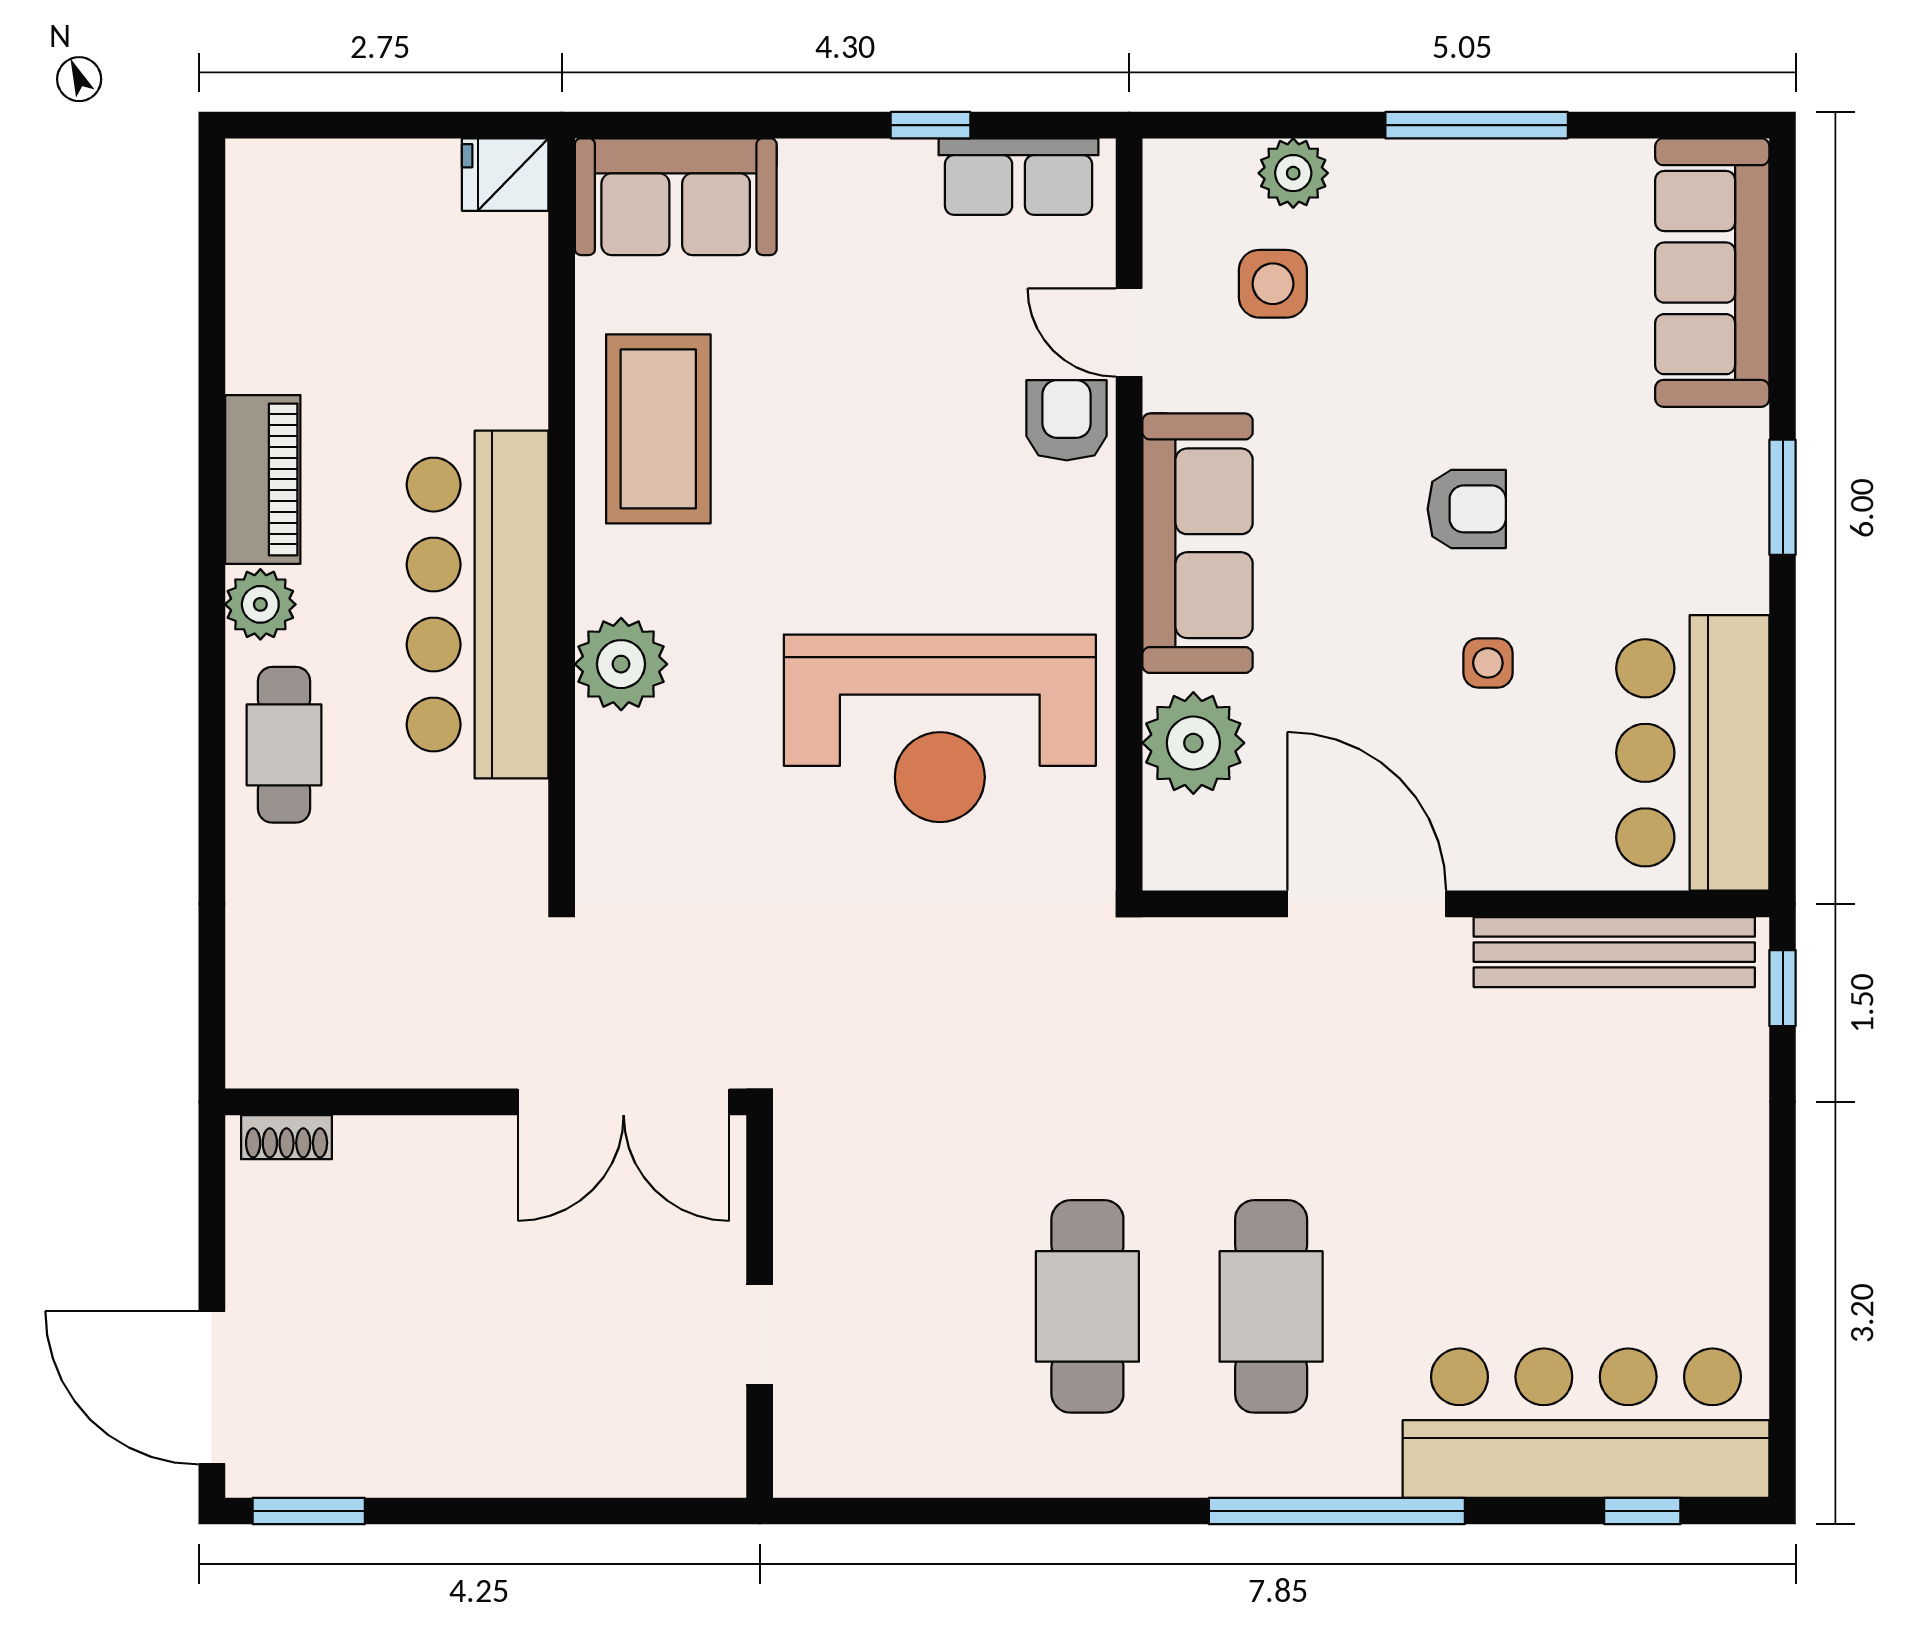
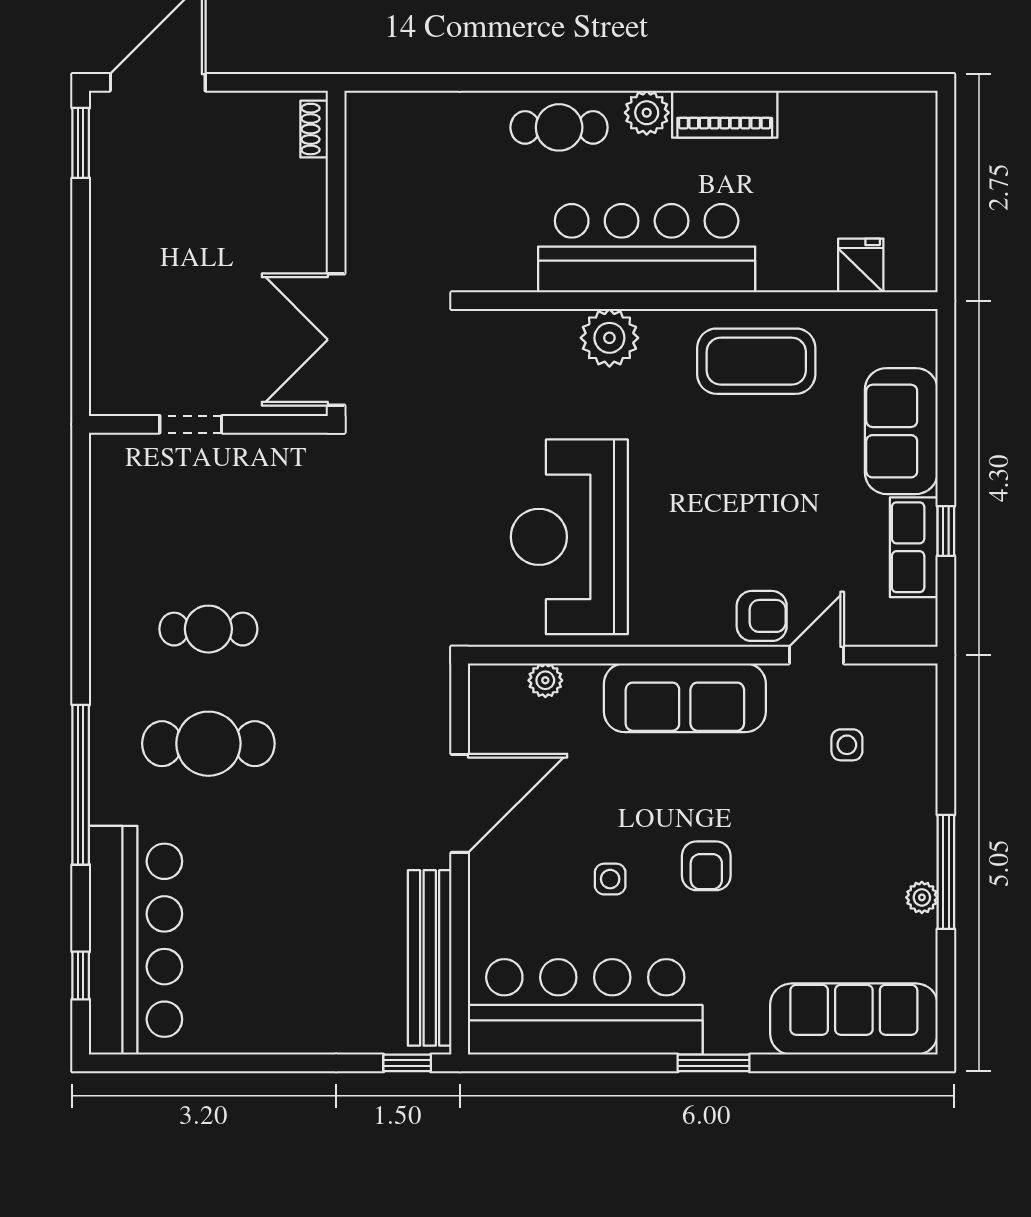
plant: (1293, 173) -> (922, 897), moved, width x0.73, depth x0.73
fridge: (505, 175) -> (861, 266), moved
row of seats: (1019, 177) -> (914, 547), moved
sofa: (676, 197) -> (901, 431), moved
side table: (1273, 284) -> (847, 745), width x0.73, depth x0.73
plant: (1193, 743) -> (545, 680), width x0.53, depth x0.53
bar counter: (1693, 753) -> (585, 1007), width x1.36
cafe table: (1087, 1306) -> (208, 629), width x0.73, depth x0.74

